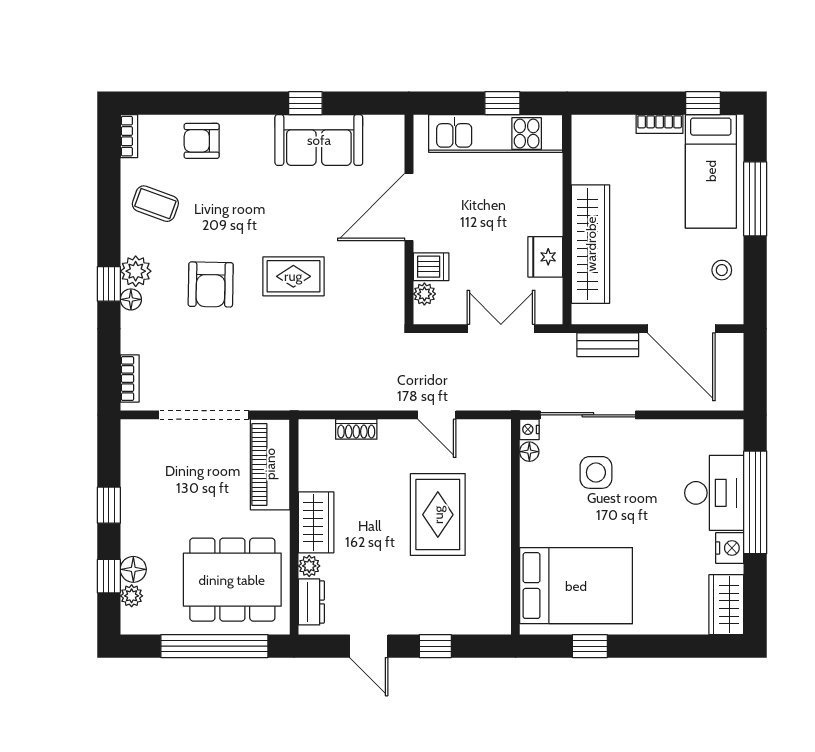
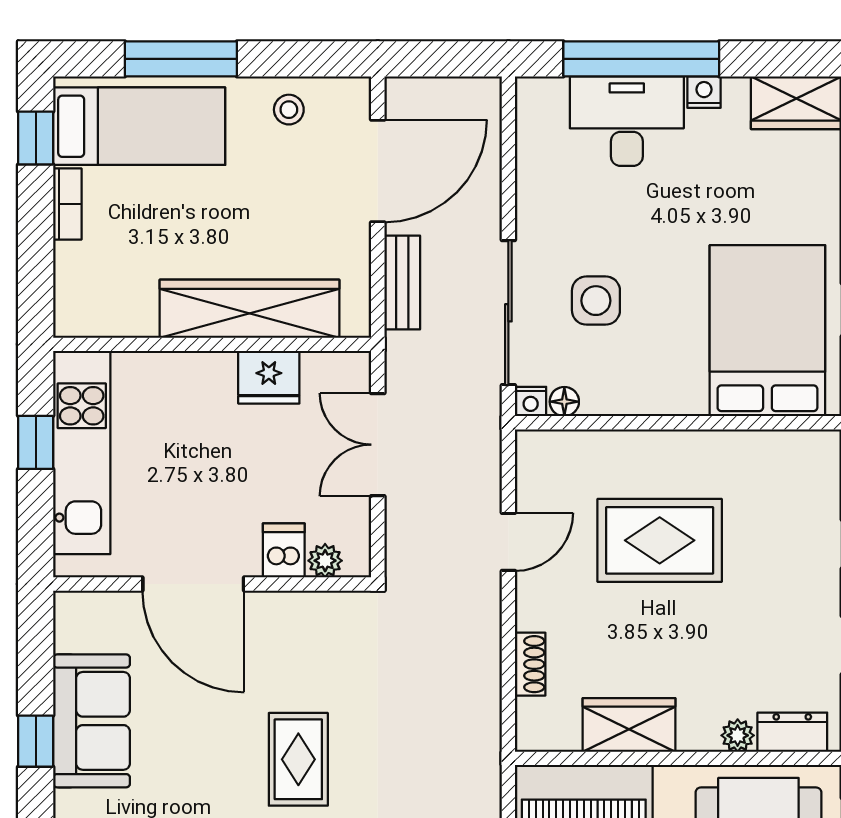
wardrobe: (316, 522) -> (629, 725), moved
nightstand: (730, 548) -> (704, 92), width x0.72, depth x0.74

